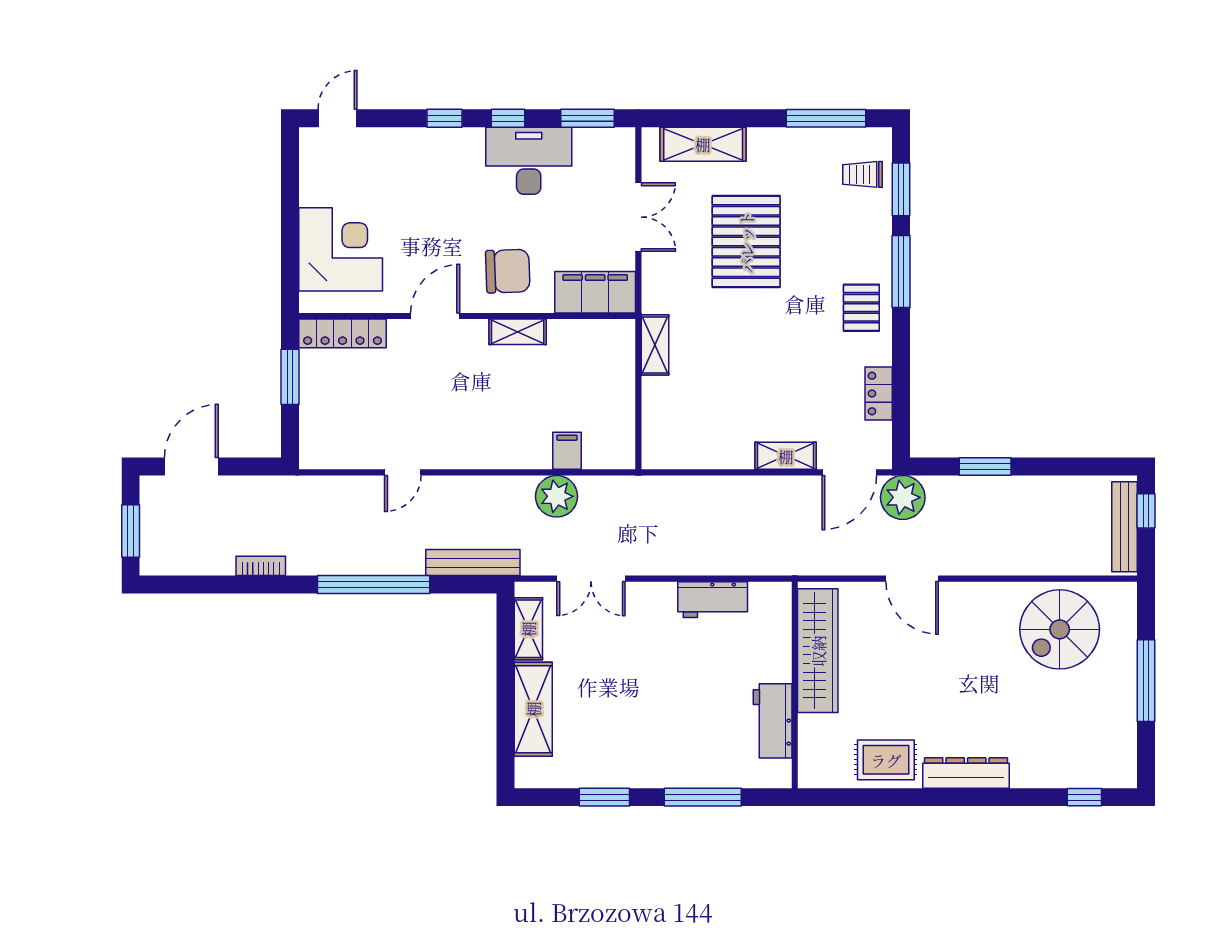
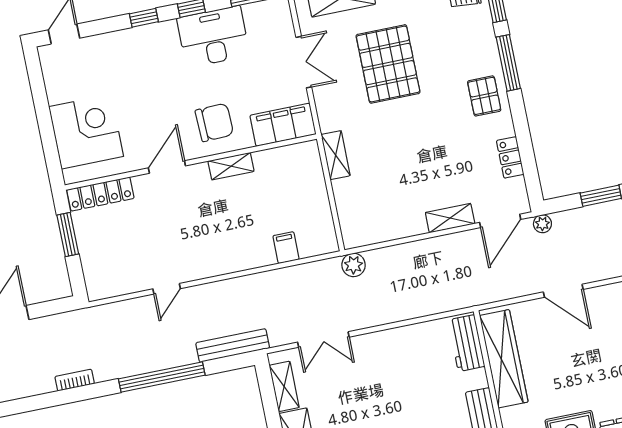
plant: (557, 496) -> (354, 265), moved, width x0.73, depth x0.73
plant: (903, 497) -> (542, 224), width x0.53, depth x0.53
workbench: (713, 600) -> (466, 343), moved, turned 90

